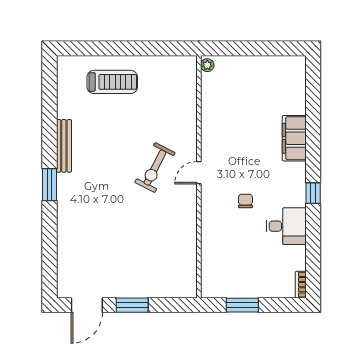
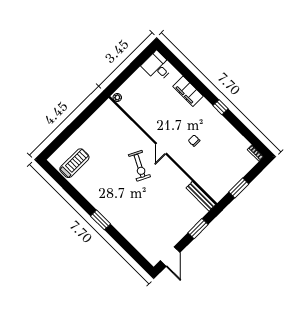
treadmill: (112, 82) -> (74, 163), moved
bench: (64, 146) -> (201, 196), moved
desk: (286, 226) -> (157, 67), moved, turned -90
window: (132, 305) -> (198, 229), moved

